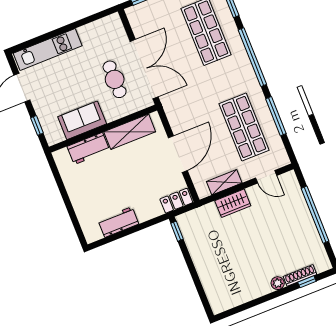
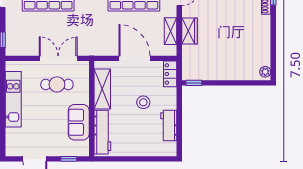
kitchen unit: (48, 49) -> (13, 99), moved
double door: (144, 69) -> (58, 58), width x0.73
workbench: (88, 148) -> (102, 132), width x1.38
stool: (133, 183) -> (143, 102), added
plant: (278, 283) -> (265, 72), moved

